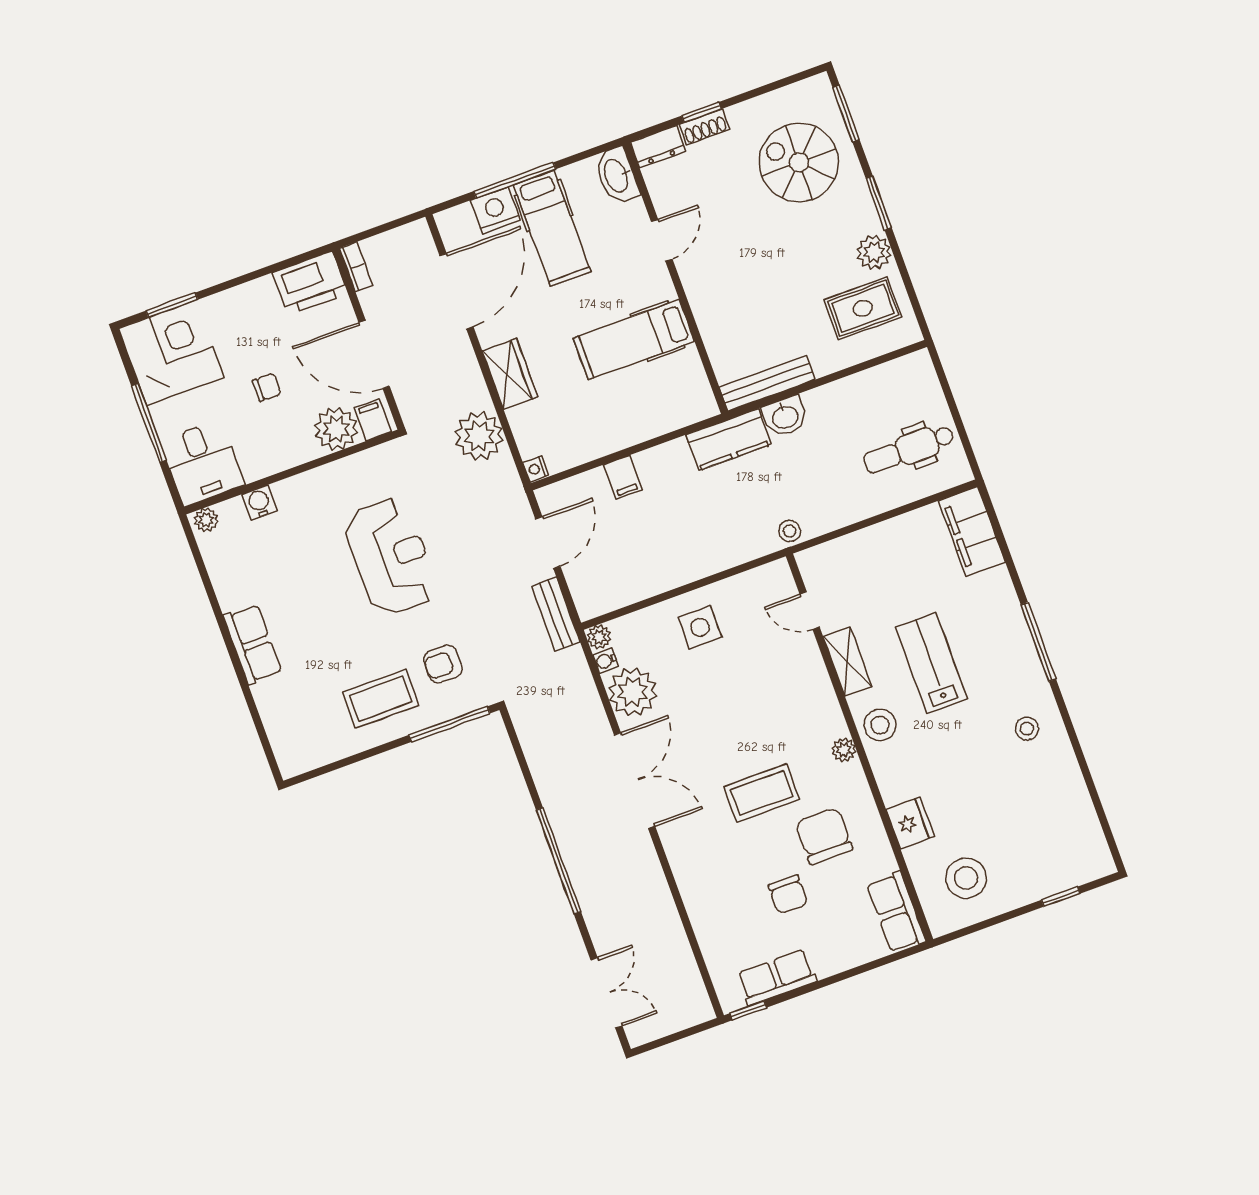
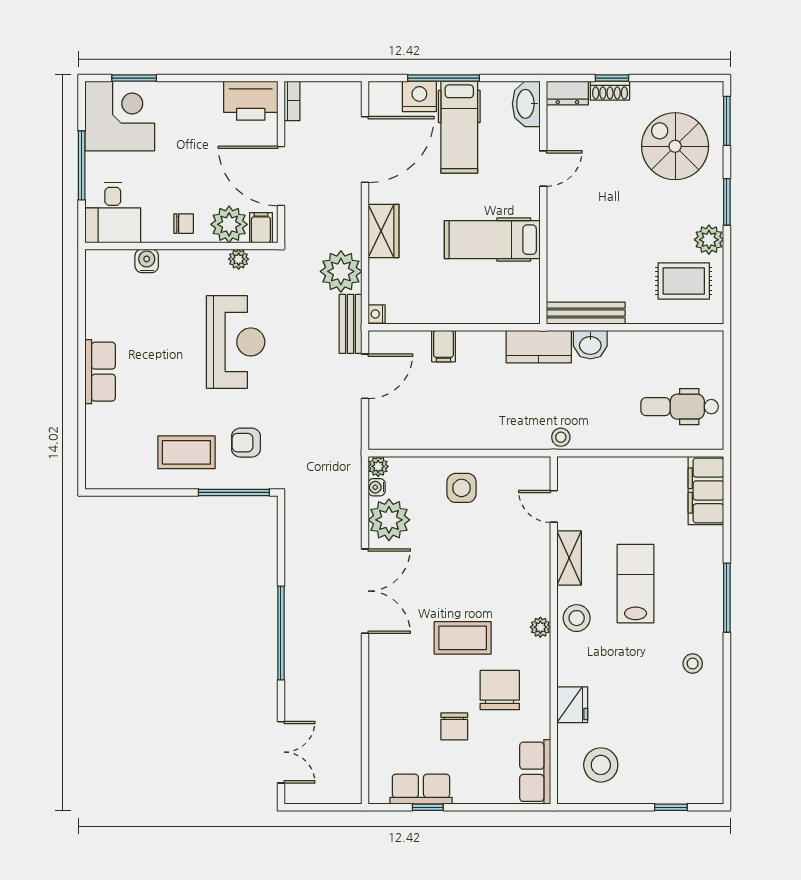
chair: (267, 387) -> (184, 224), moved
plant: (206, 520) -> (239, 259), moved
bench: (556, 614) -> (350, 324), moved
window: (748, 1010) -> (428, 807), moved

